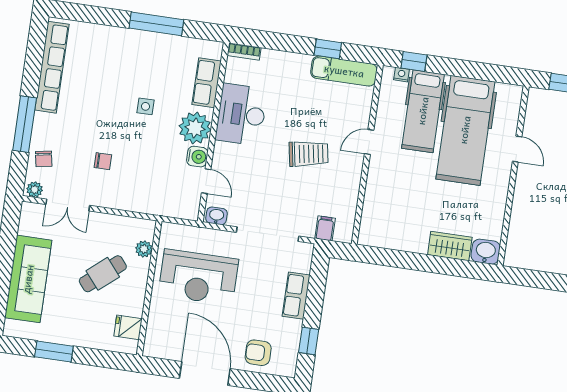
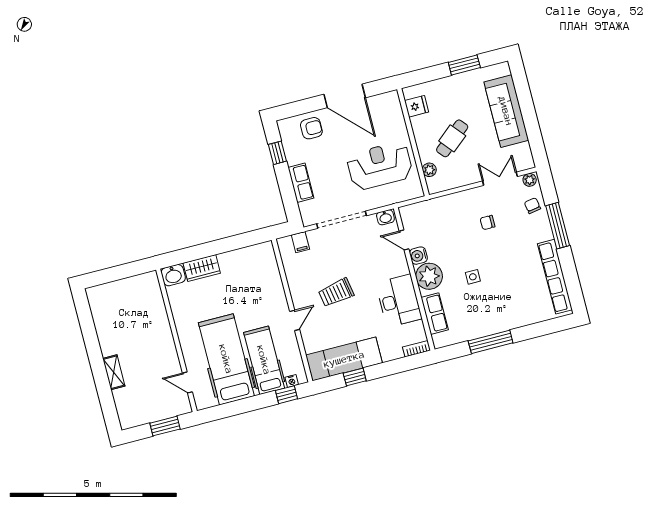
exam couch: (344, 71) -> (344, 359), width x1.36, depth x1.45
door: (517, 149) -> (187, 382), moved

